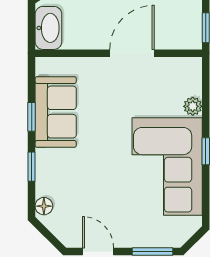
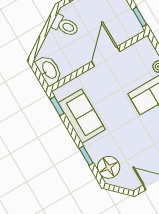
window: (32, 117) -> (57, 106), moved
floor lamp: (44, 206) -> (109, 167), width x1.89, depth x1.89

